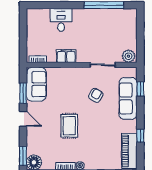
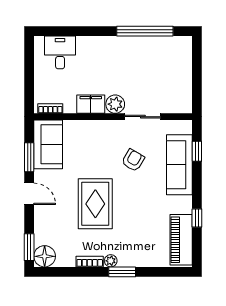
desk: (61, 20) -> (60, 52), moved
plant: (128, 56) -> (115, 104), moved
rug: (69, 126) -> (95, 204), width x1.36, depth x1.43

